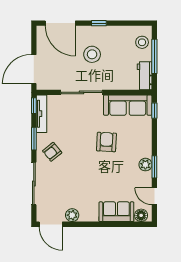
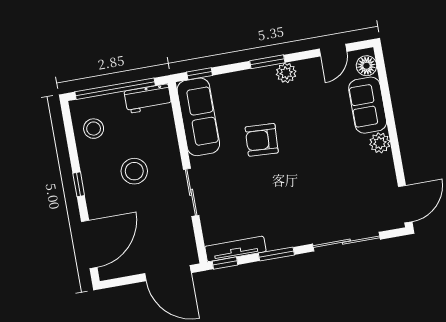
stool: (142, 42) -> (94, 129), moved
stool: (92, 54) -> (134, 171), moved
window: (154, 56) -> (115, 89), width x1.46
sliding door: (82, 92) -> (191, 192), width x0.73
armchair: (52, 152) -> (292, 222), removed
window: (154, 167) -> (267, 62), moved
plant: (72, 215) -> (380, 143), moved

